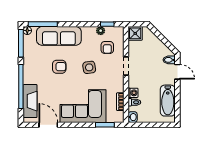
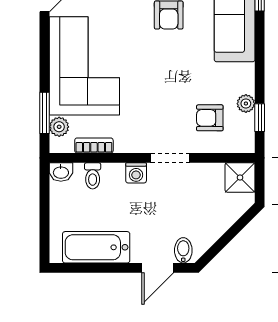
side table: (89, 67) -> (167, 79), removed
washing machine: (133, 93) -> (136, 173), moved
plant: (111, 118) -> (59, 127), added

